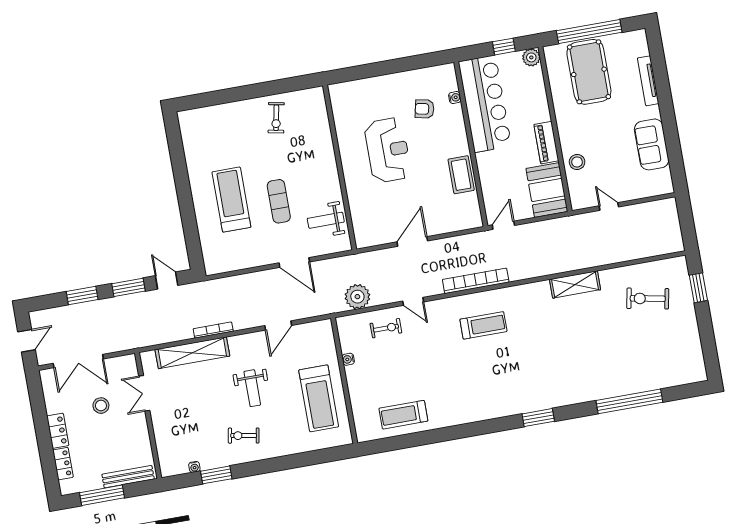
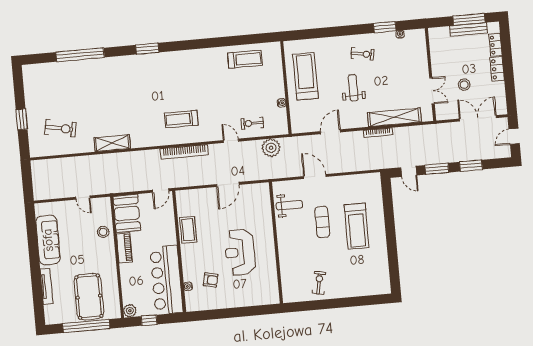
sofa: (652, 144) -> (48, 240), width x1.36
window: (698, 288) -> (22, 119), moved
bench: (128, 477) -> (469, 29), moved

